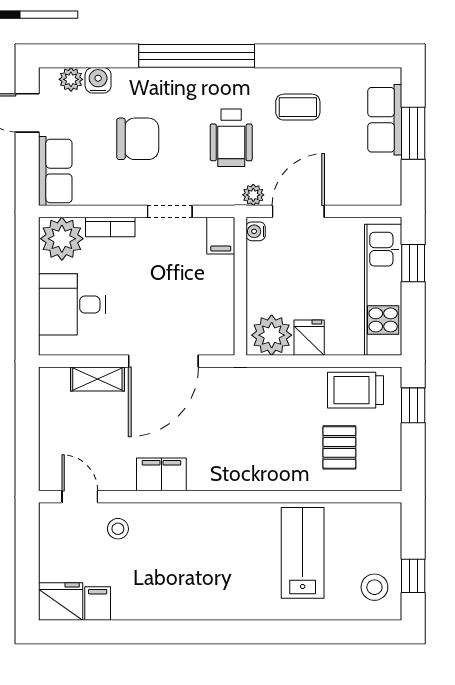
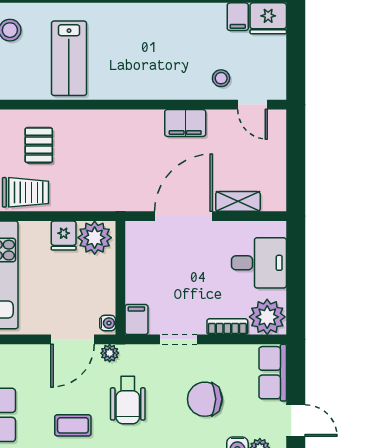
wheelchair: (231, 138) -> (128, 400), turned 180

